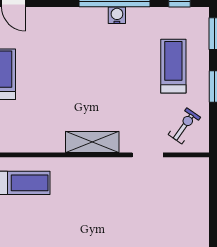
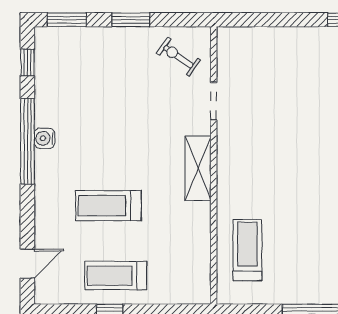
treadmill: (173, 66) -> (108, 206), moved

